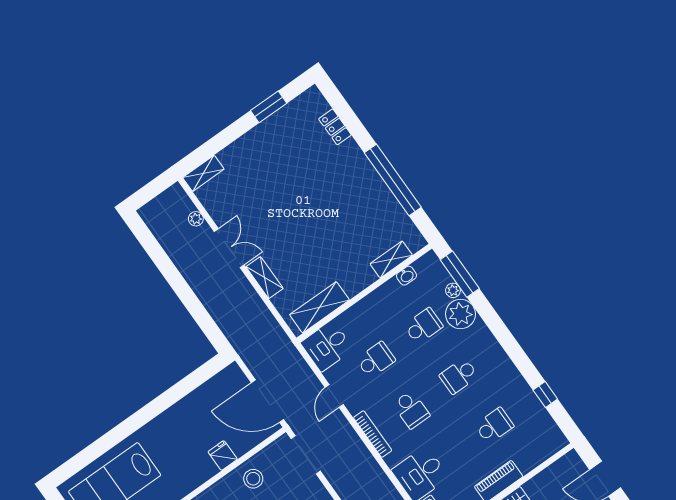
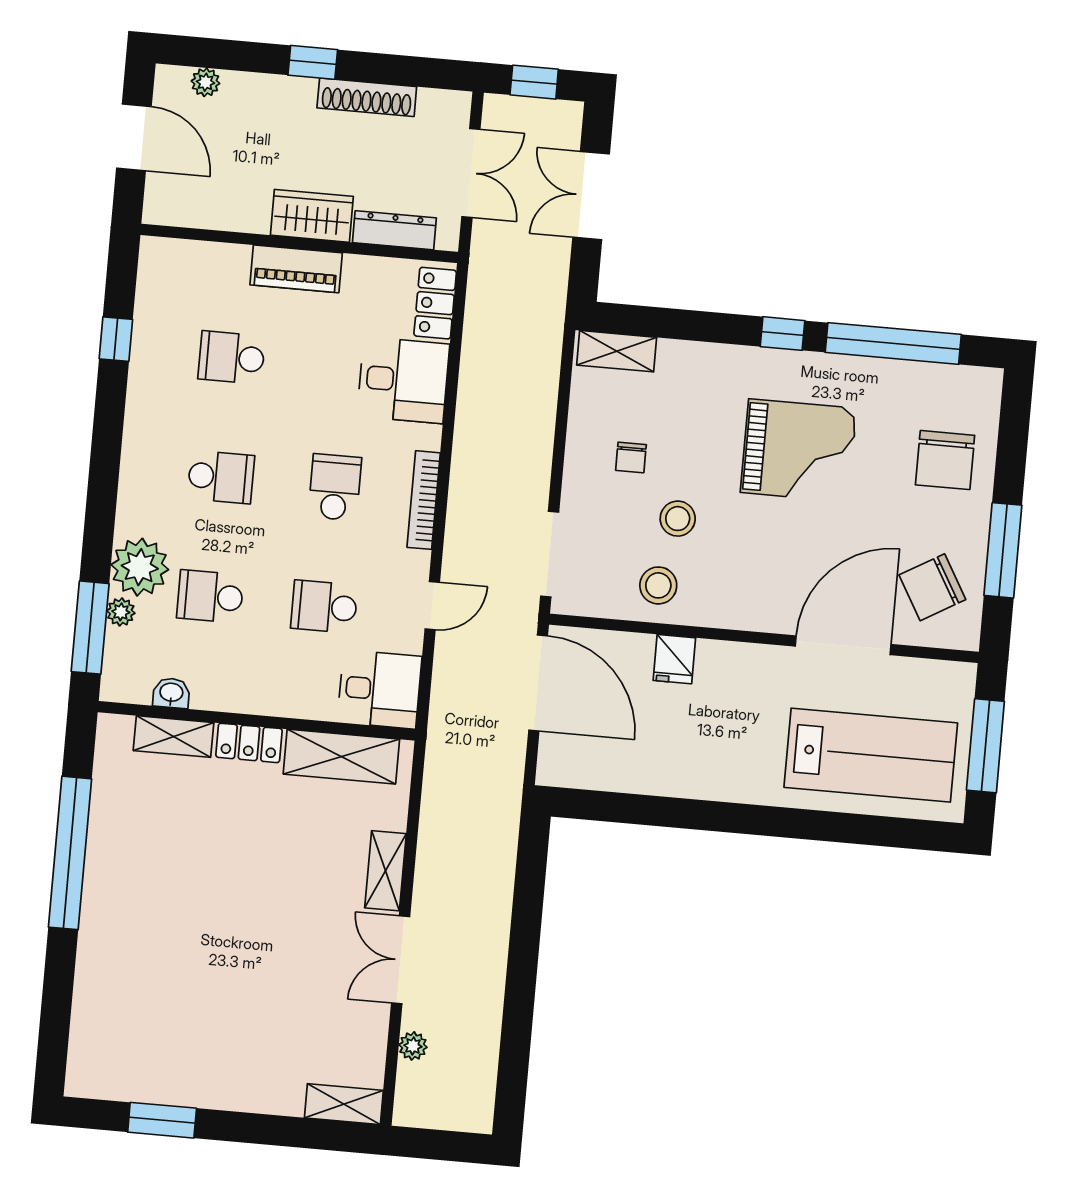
locker: (335, 127) -> (249, 743), moved, turned 90

